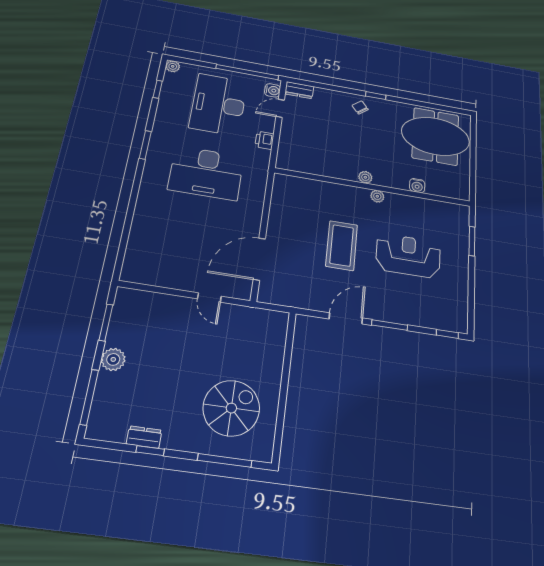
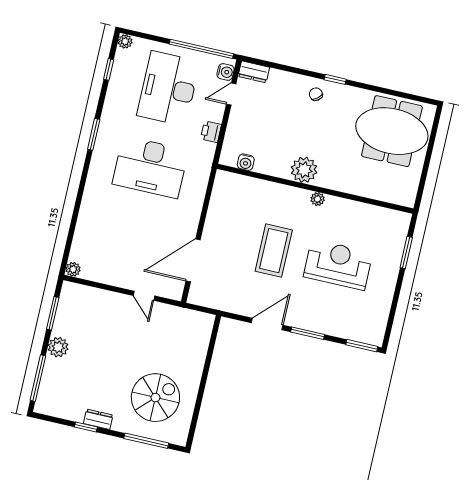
plant: (365, 177) -> (304, 170), width x1.87, depth x1.87
water cooler: (417, 186) -> (246, 162), moved
plant: (128, 275) -> (73, 269), added
window: (447, 334) -> (362, 346), width x1.50
dresser: (144, 437) -> (98, 419), moved

